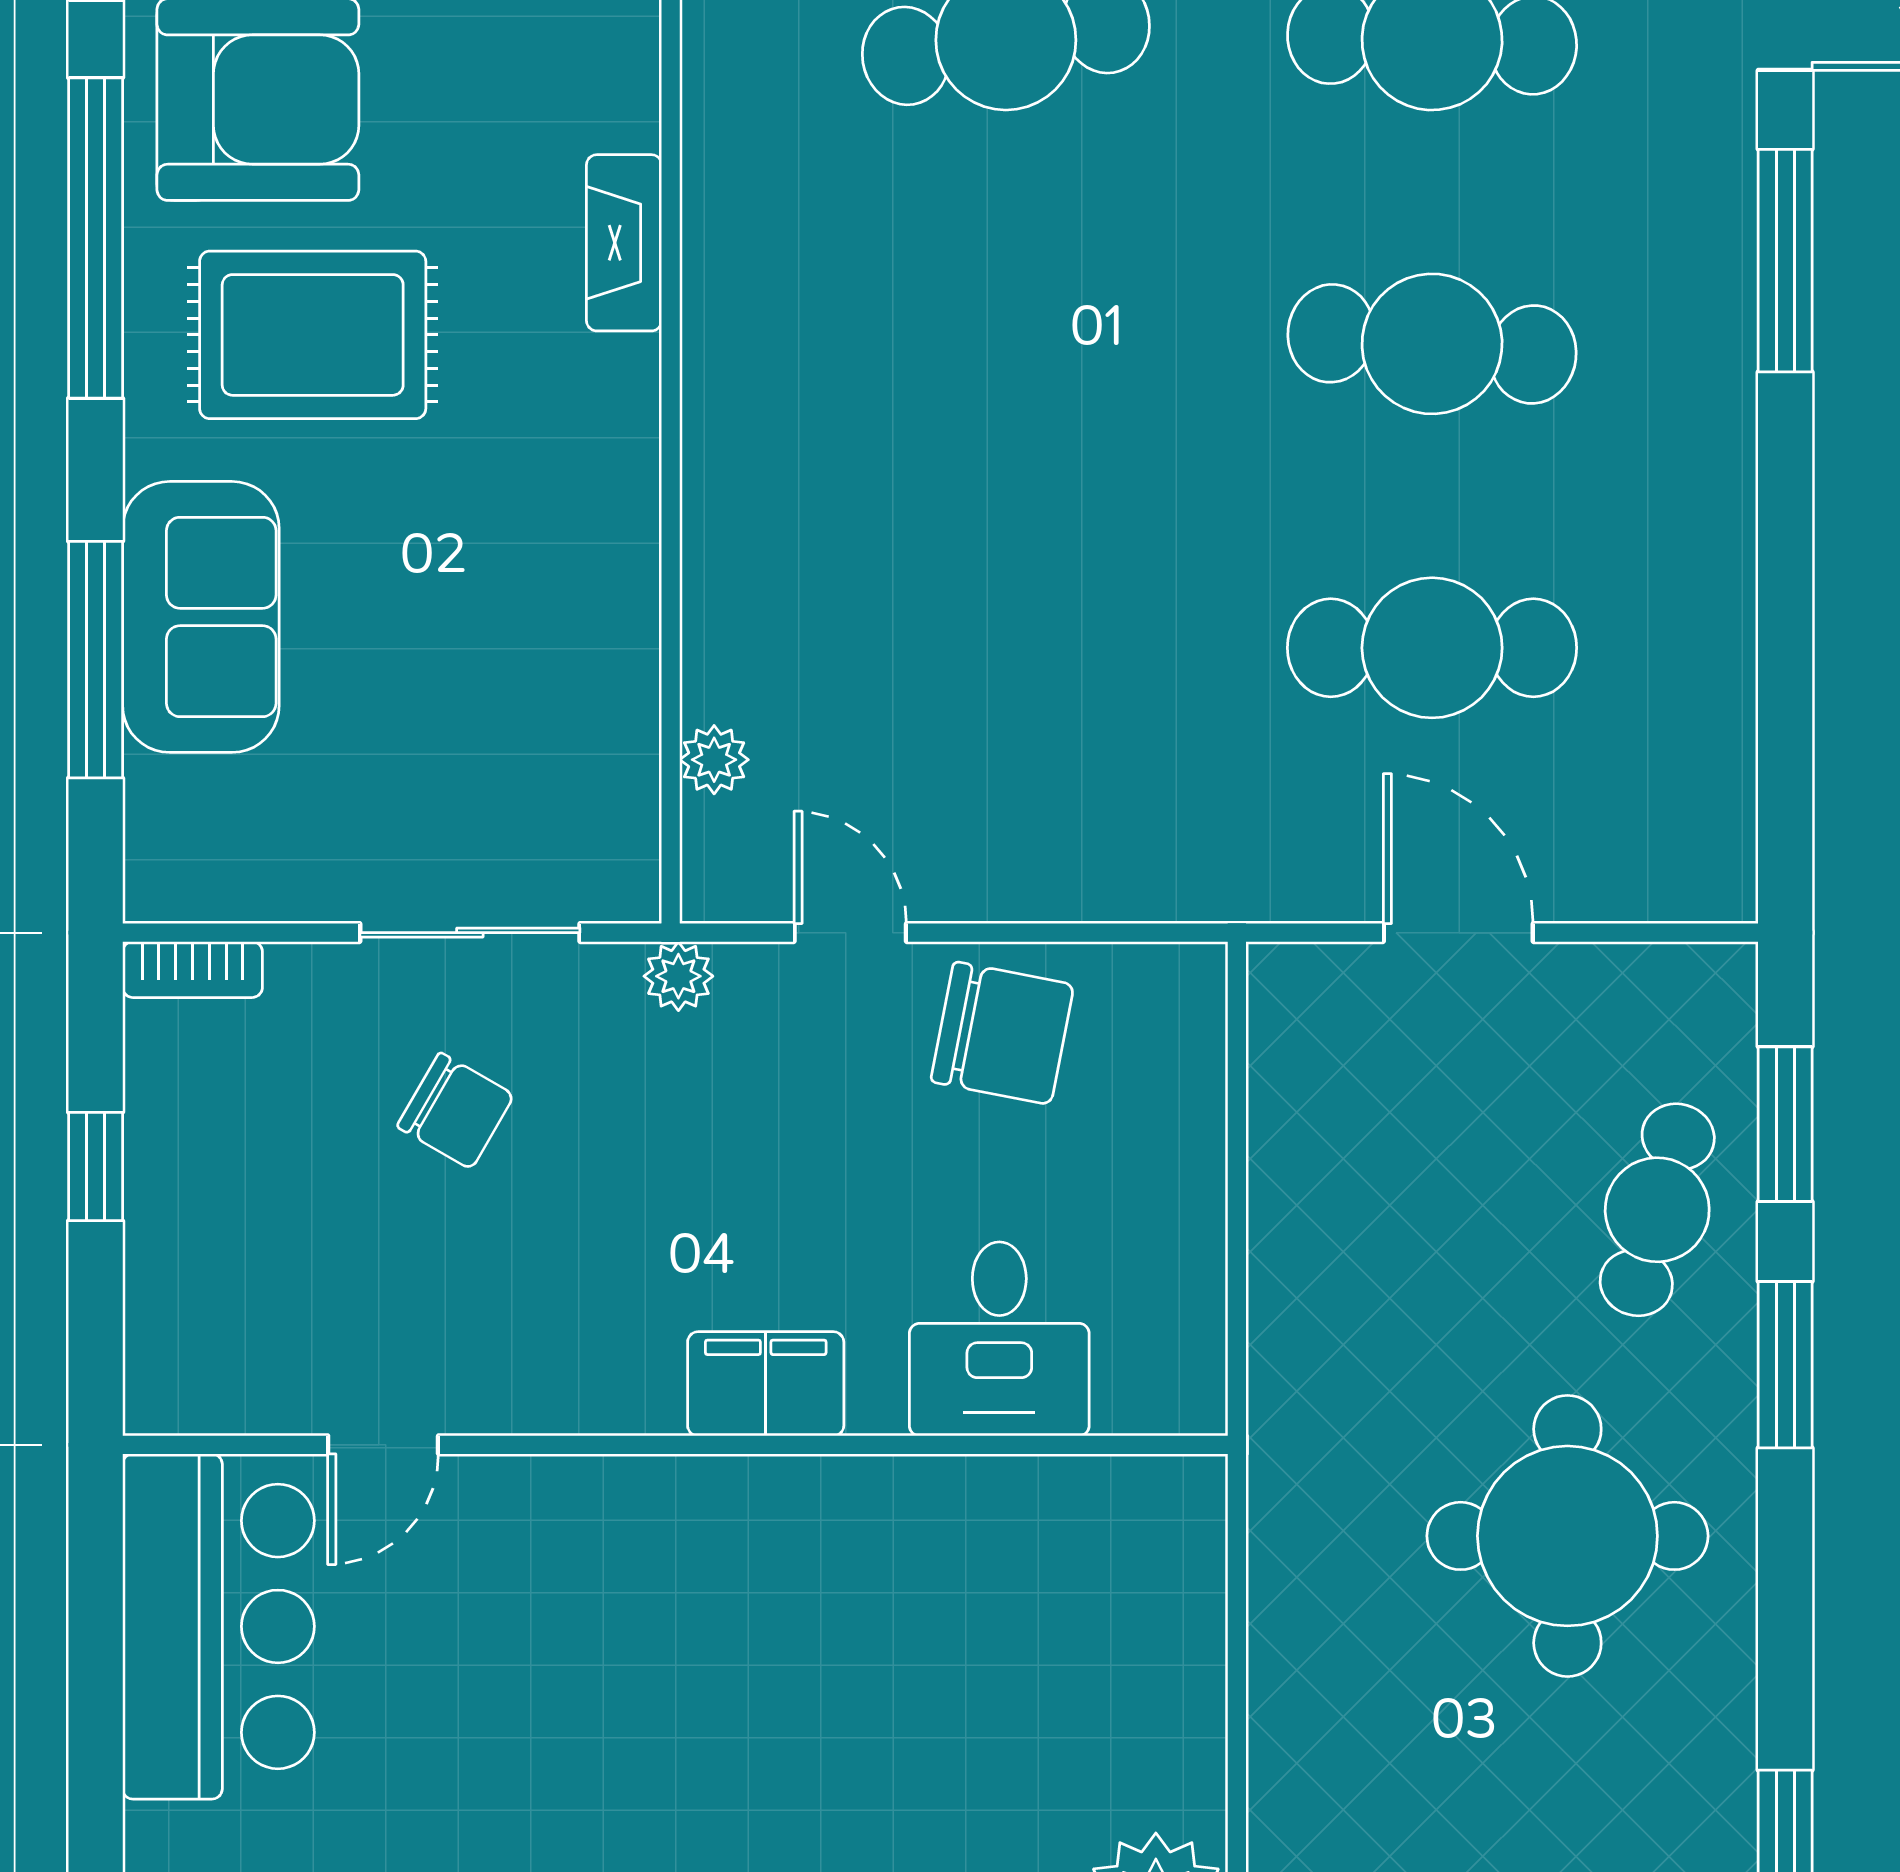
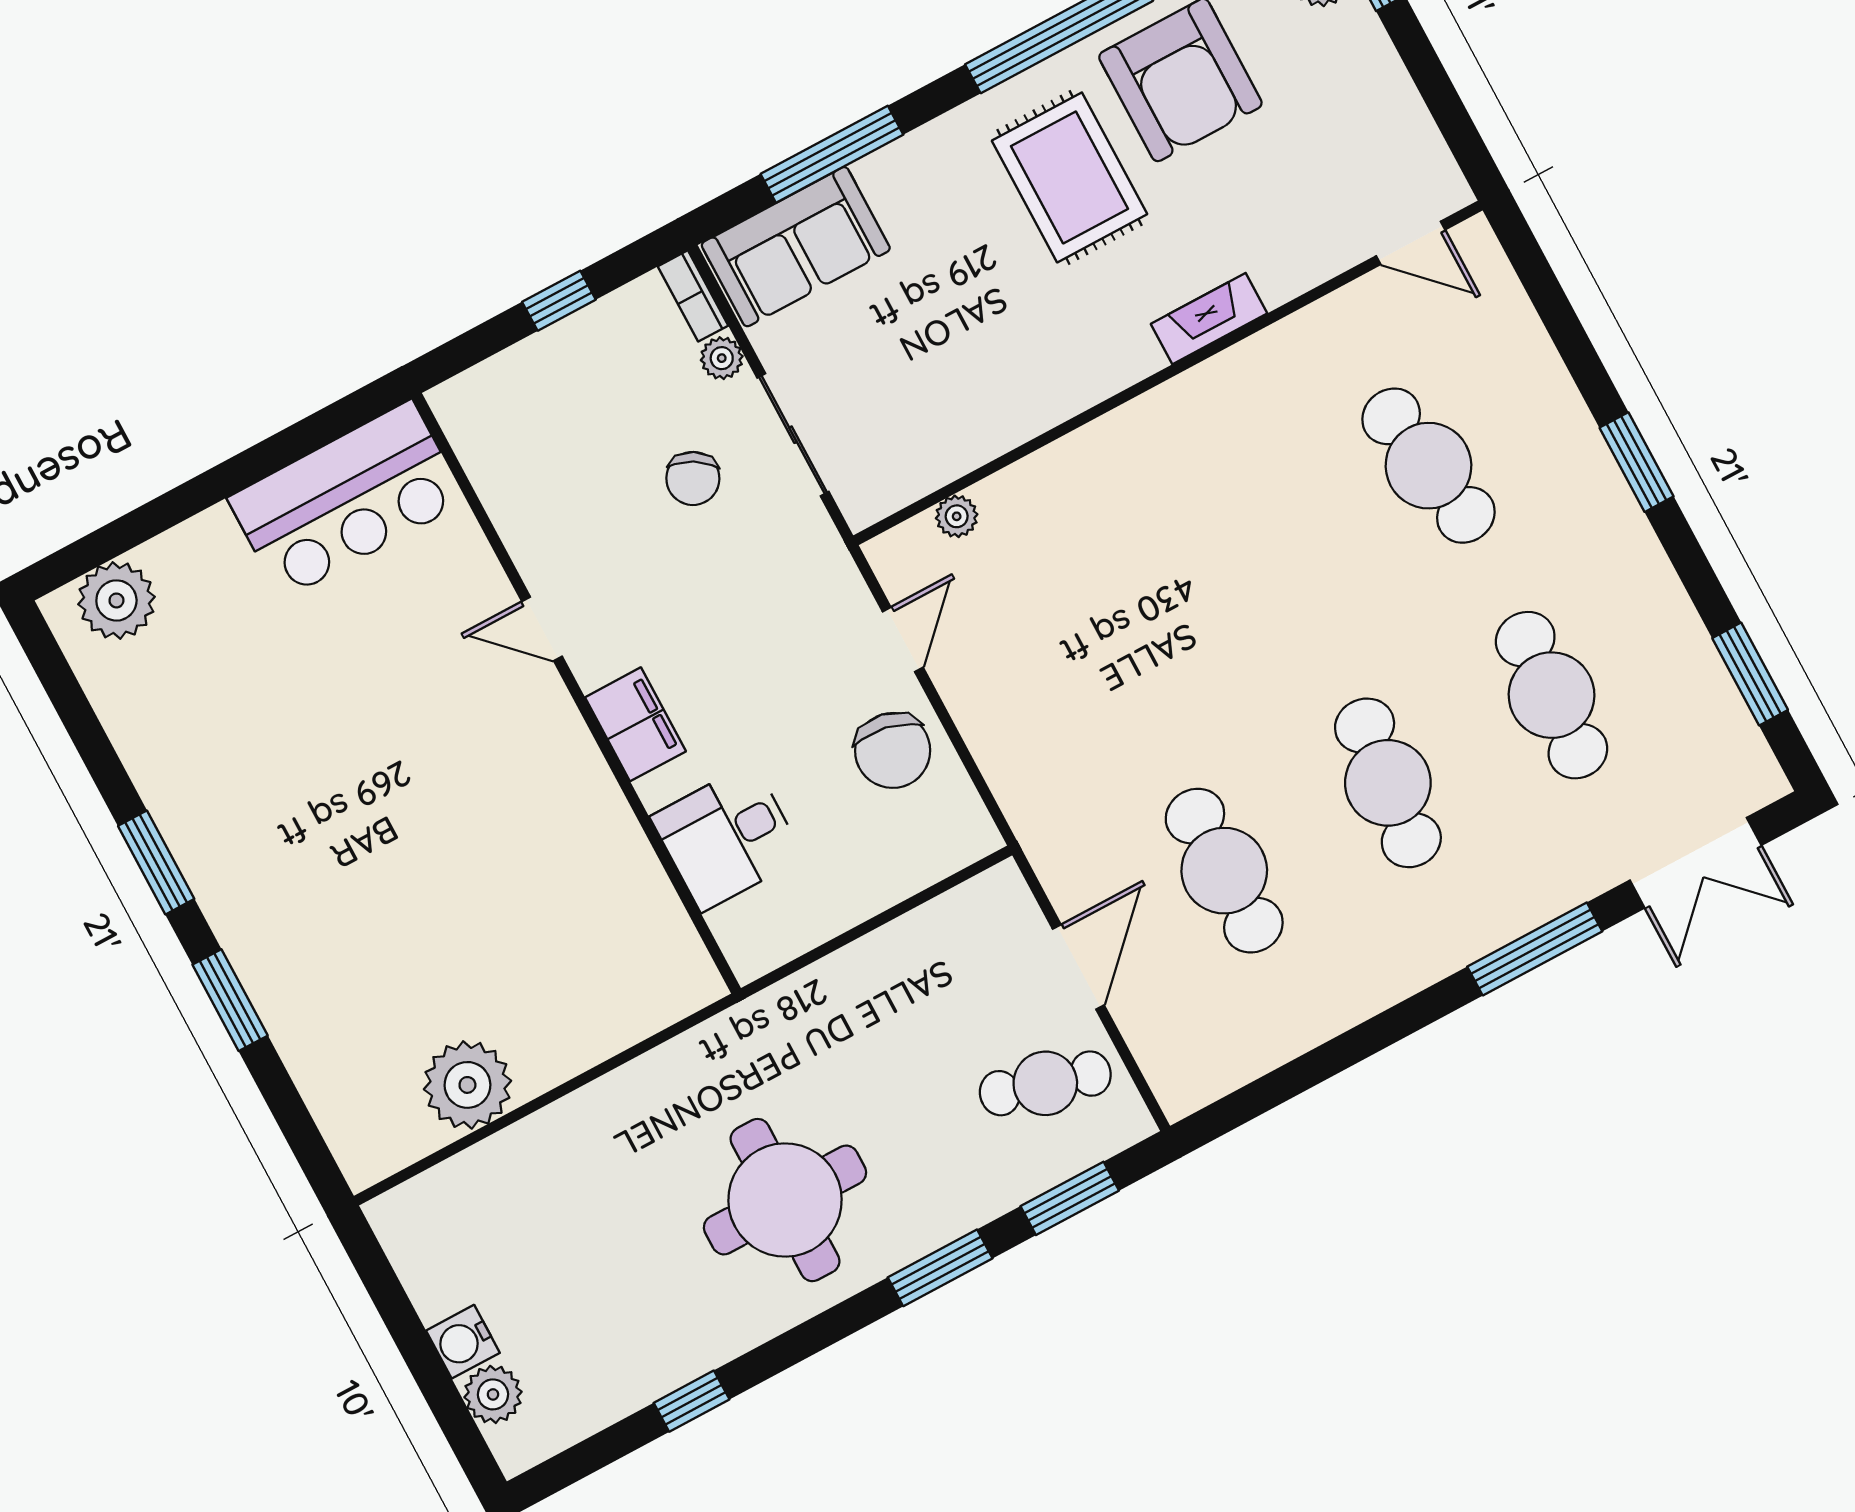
sofa: (201, 617) -> (796, 247), moved
plant: (678, 976) -> (722, 358), moved
cafe table: (1657, 1210) -> (1045, 1083), moved
door: (383, 1445) -> (542, 629), moved

